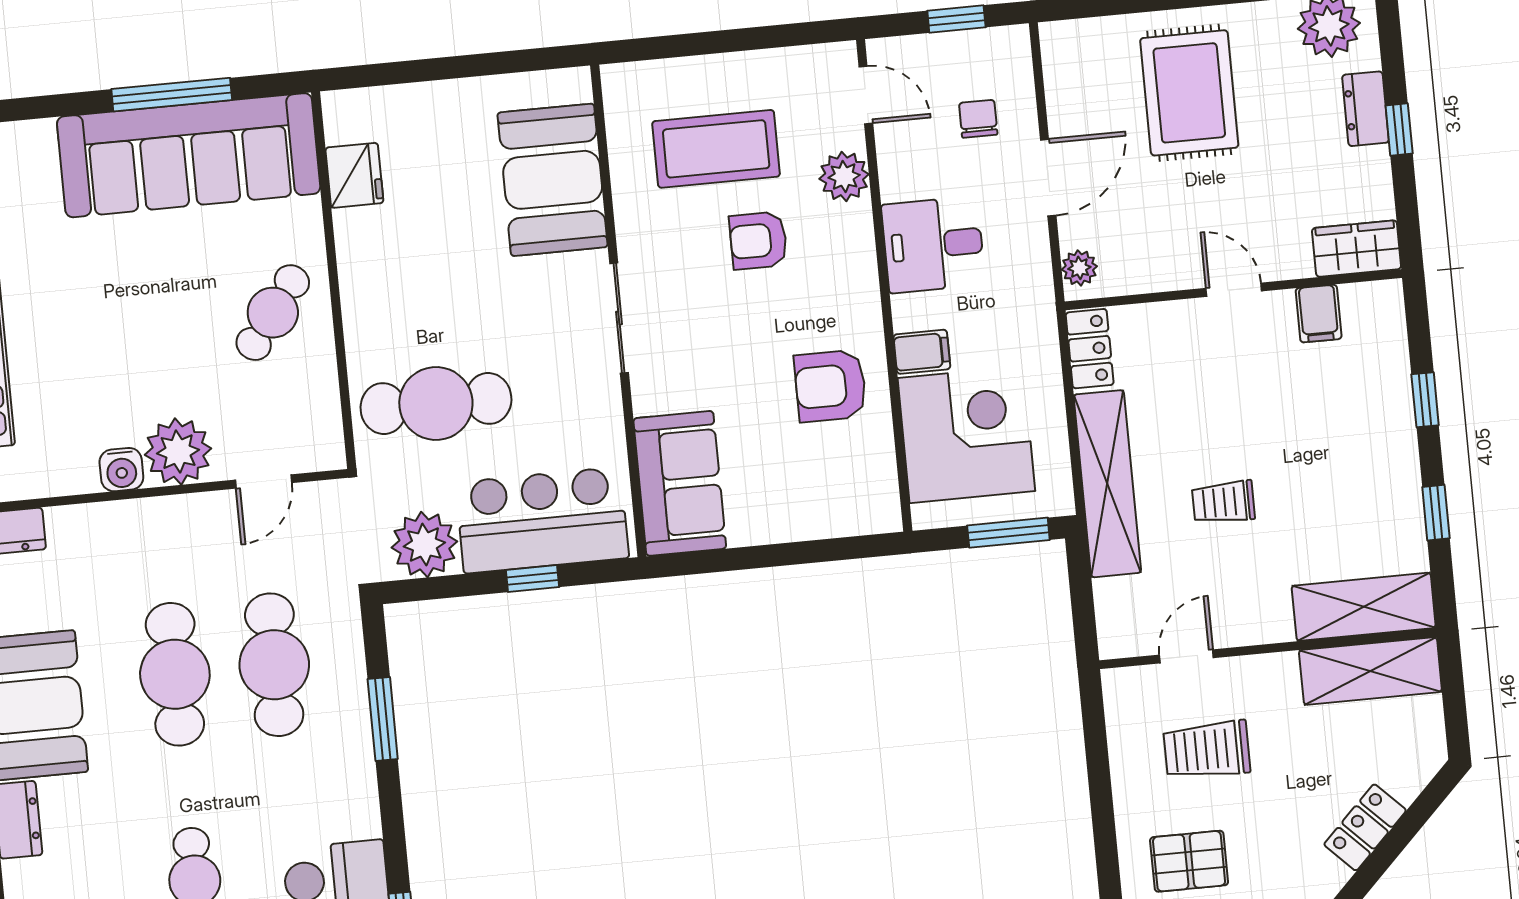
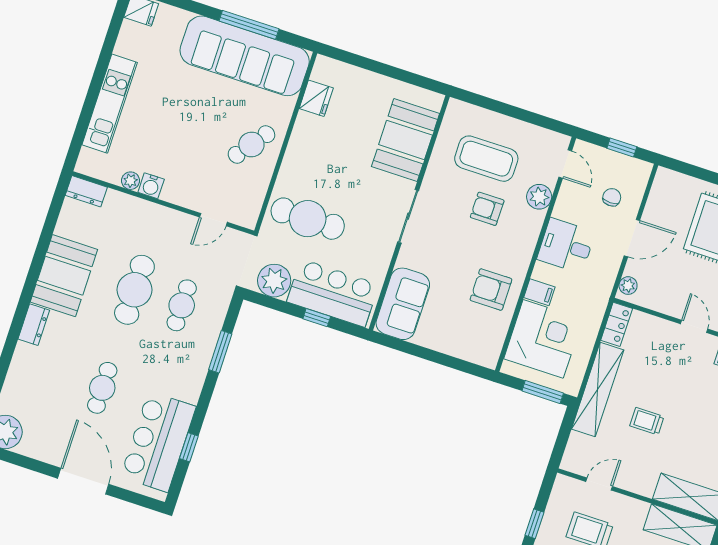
plant: (178, 452) -> (131, 181), moved, width x0.53, depth x0.53
cafe table: (274, 665) -> (182, 305), width x0.73, depth x0.74
window: (1100, 782) -> (535, 524), added

